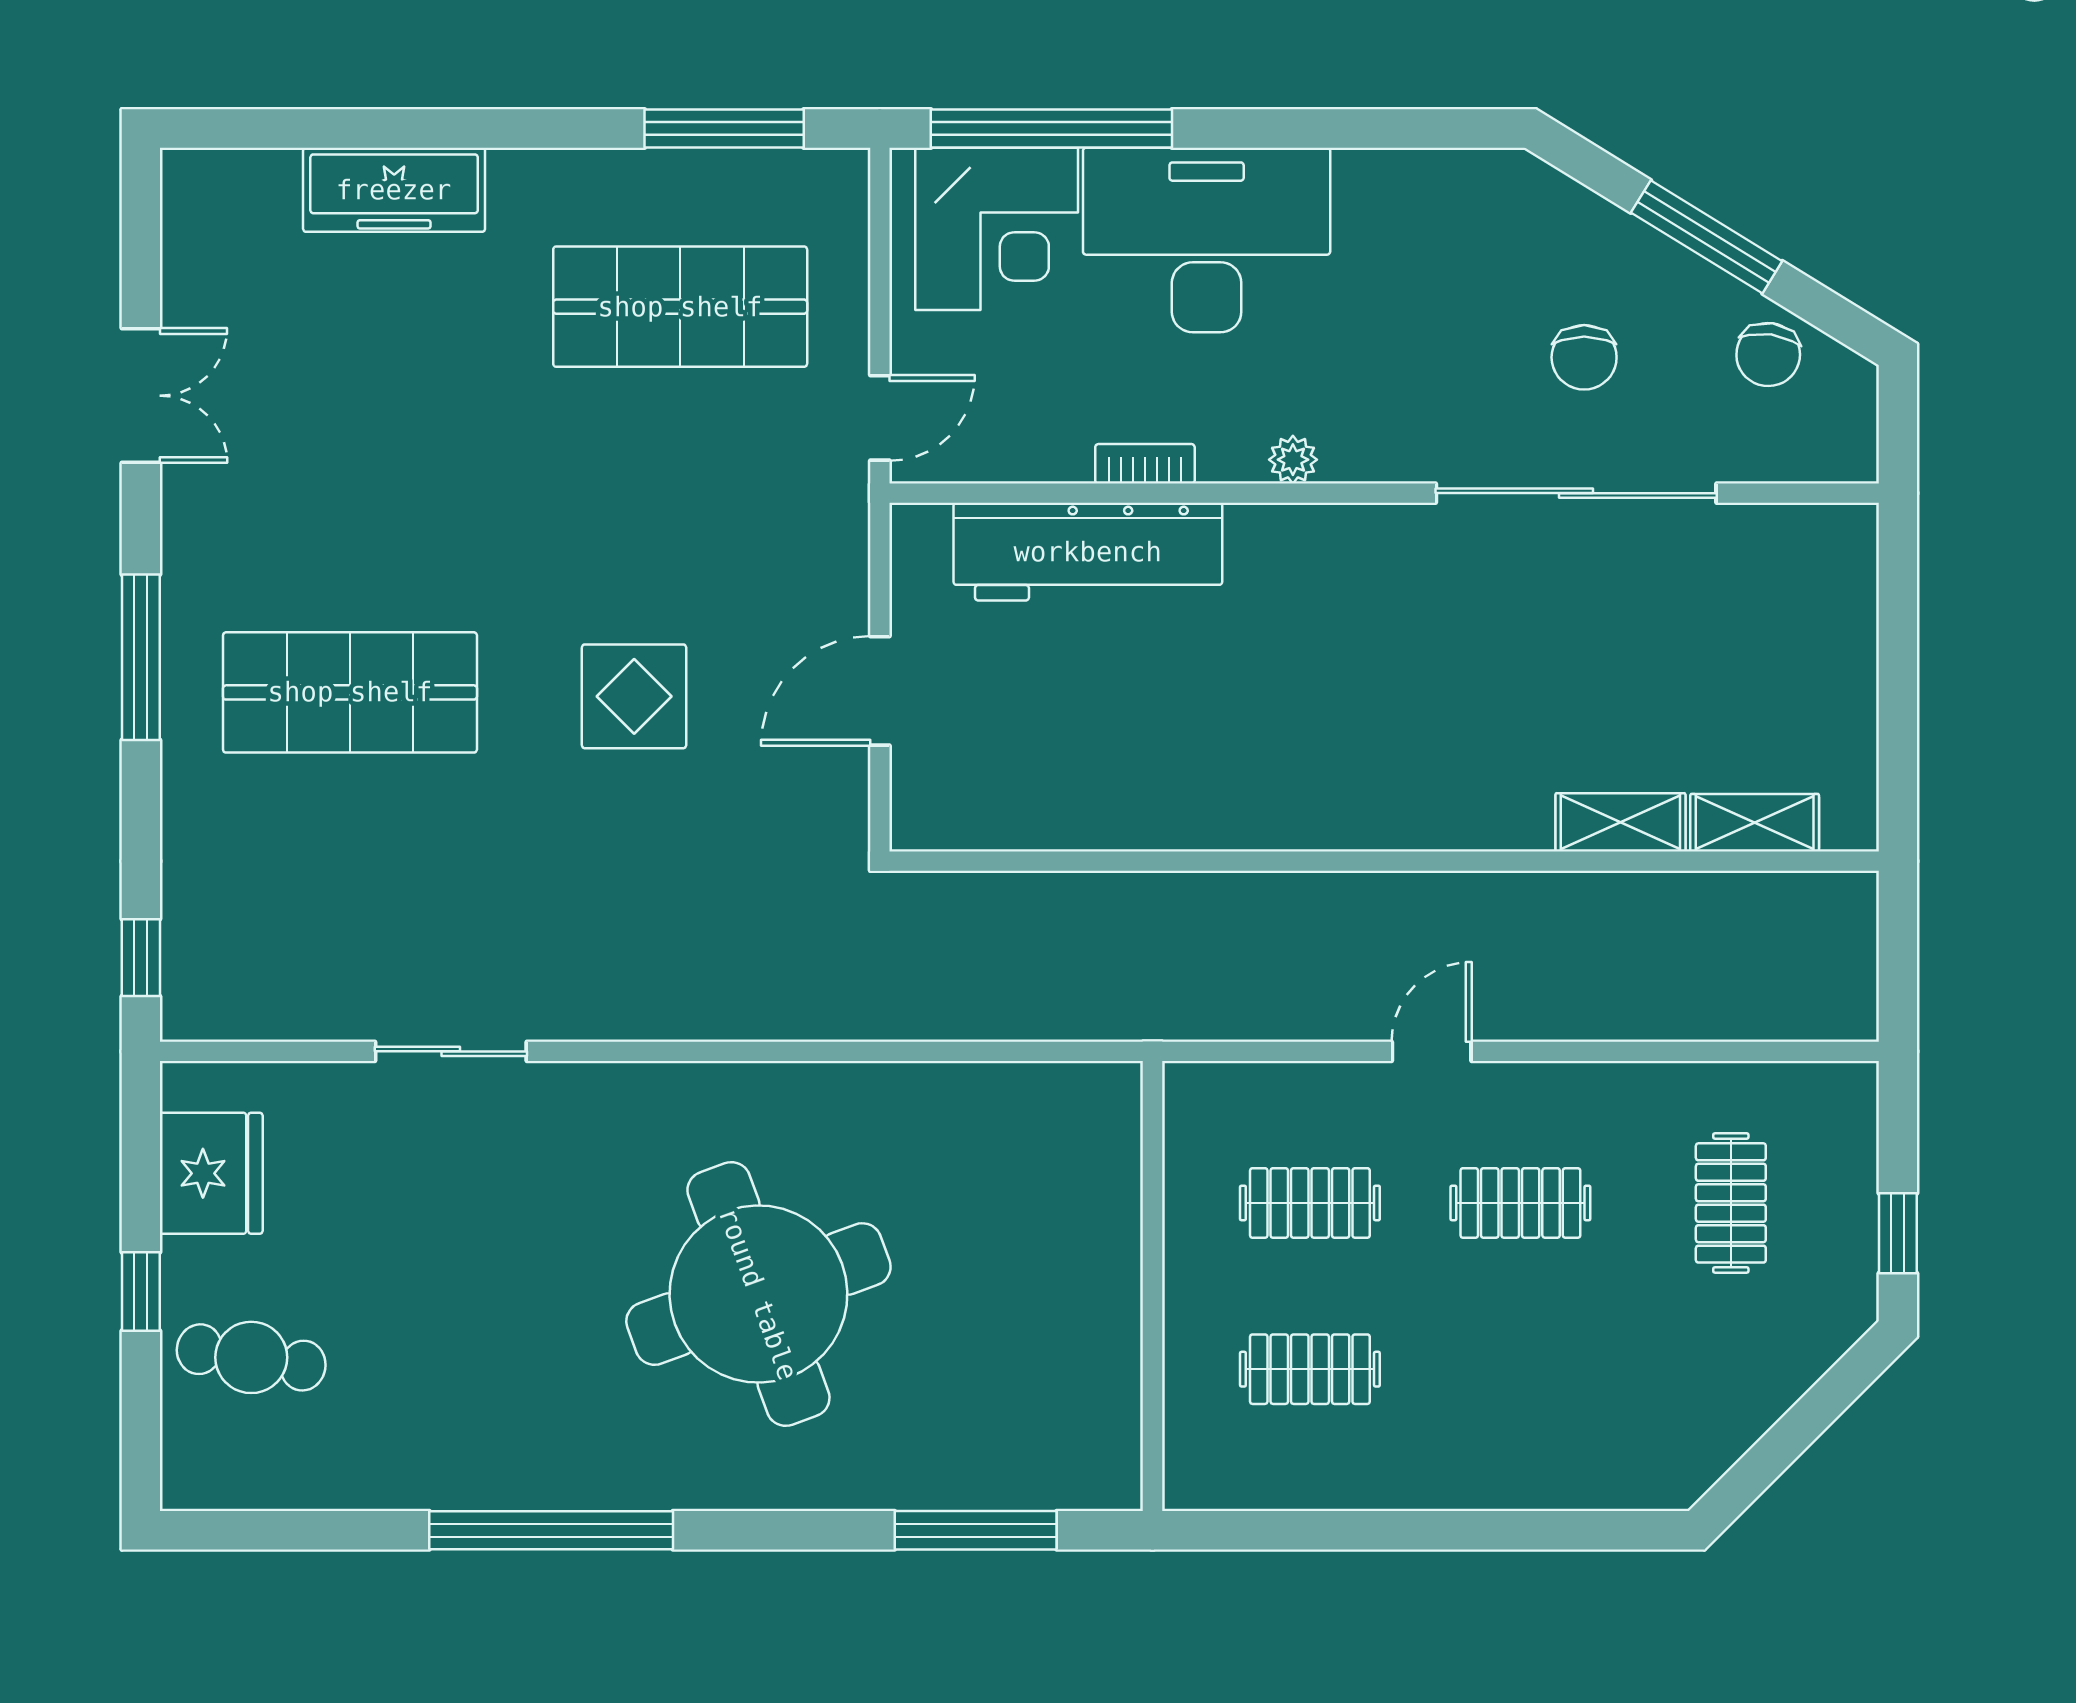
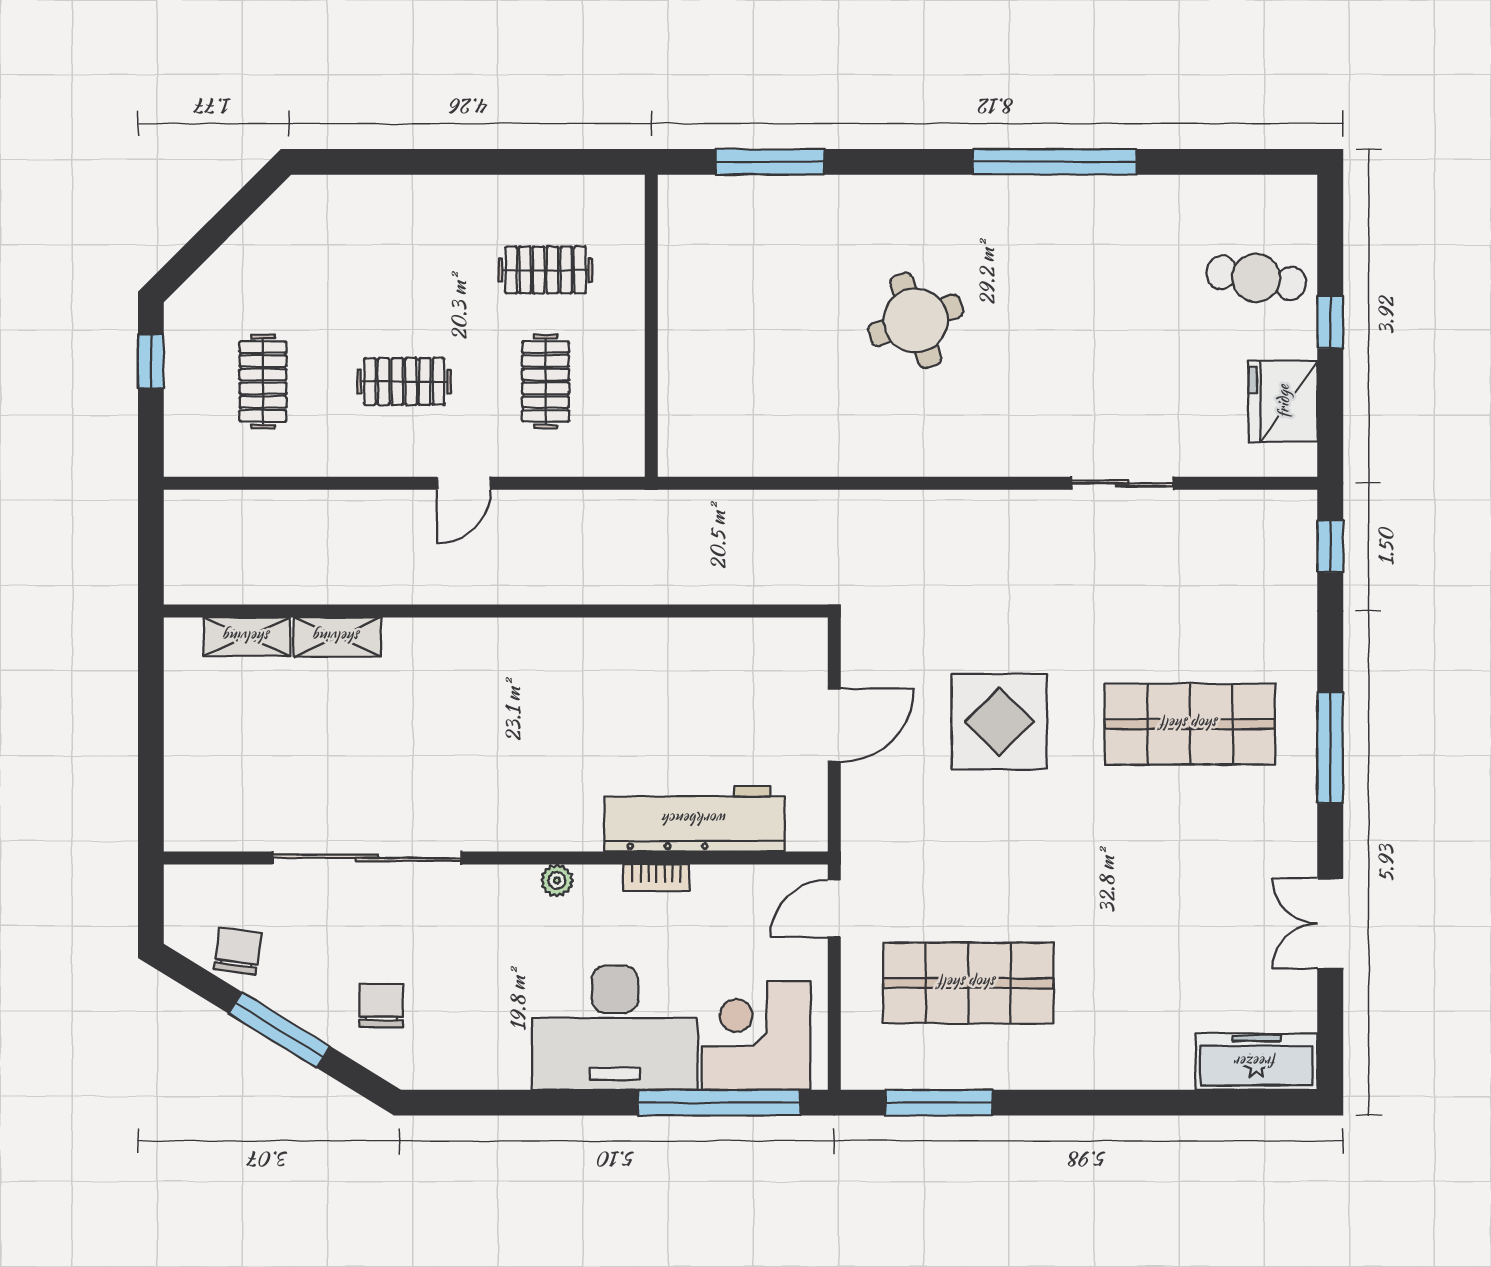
freezer: (394, 190) -> (1256, 1062), moved
chair: (1584, 357) -> (381, 1006), moved
display table: (634, 696) -> (999, 722), width x1.36, depth x1.36
clothes rail: (1310, 1203) -> (546, 381), turned 90
round table: (758, 1294) -> (916, 320), width x0.54, depth x0.54

